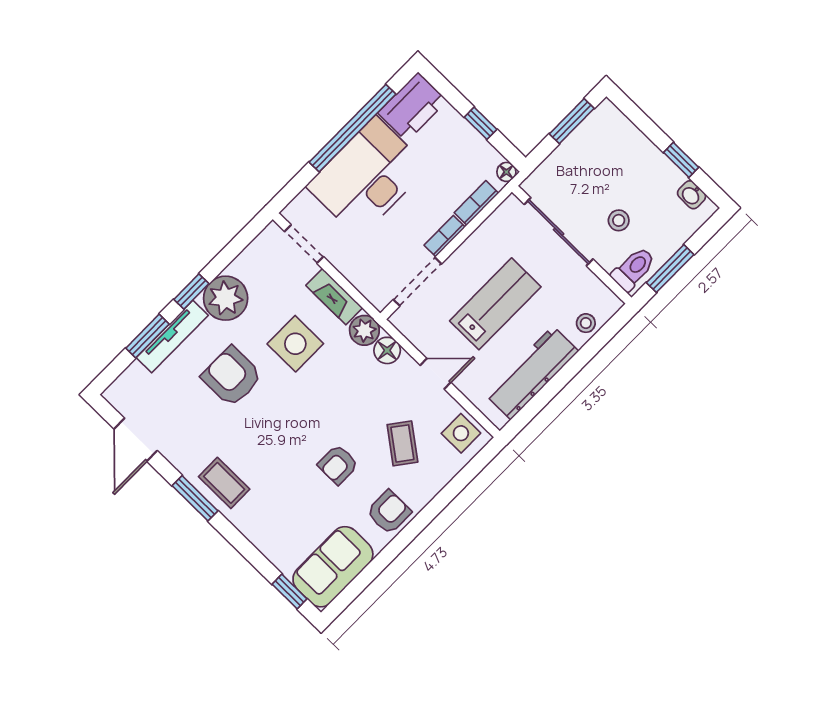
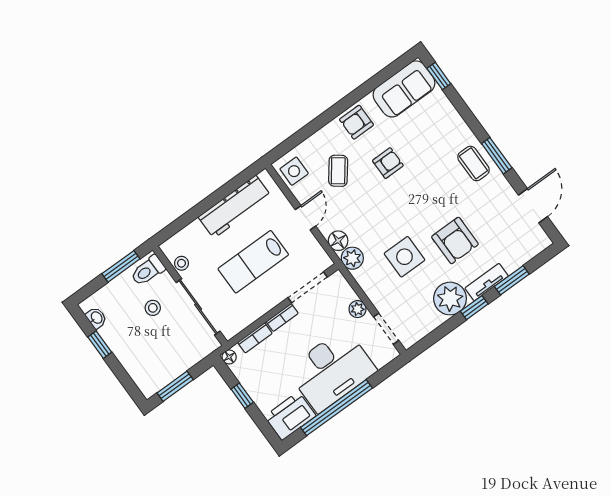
plant: (346, 264) -> (357, 309), added
fireplace: (334, 297) -> (370, 287), removed
stool: (586, 323) -> (181, 263), moved
tv unit: (172, 336) -> (487, 282), width x0.71
door: (435, 374) -> (306, 218), swing flipped

